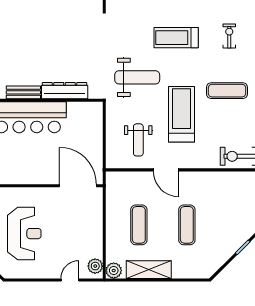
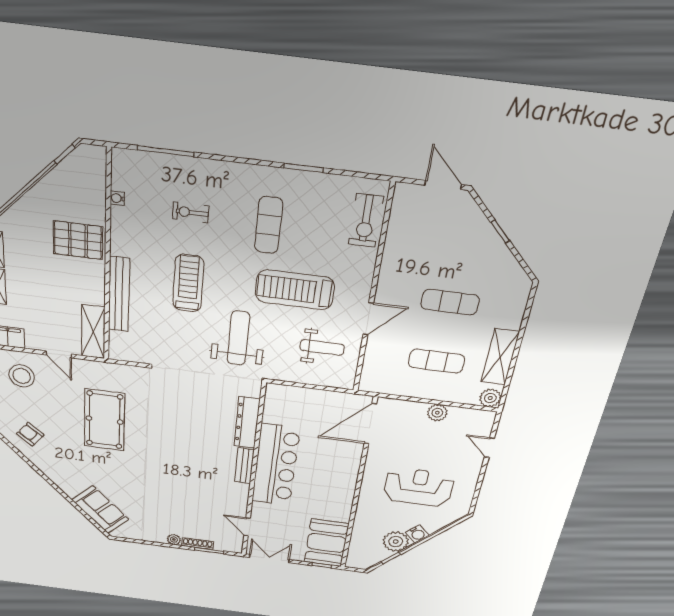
treadmill: (176, 38) -> (188, 283), turned 180
plant: (95, 266) -> (437, 413), moved

